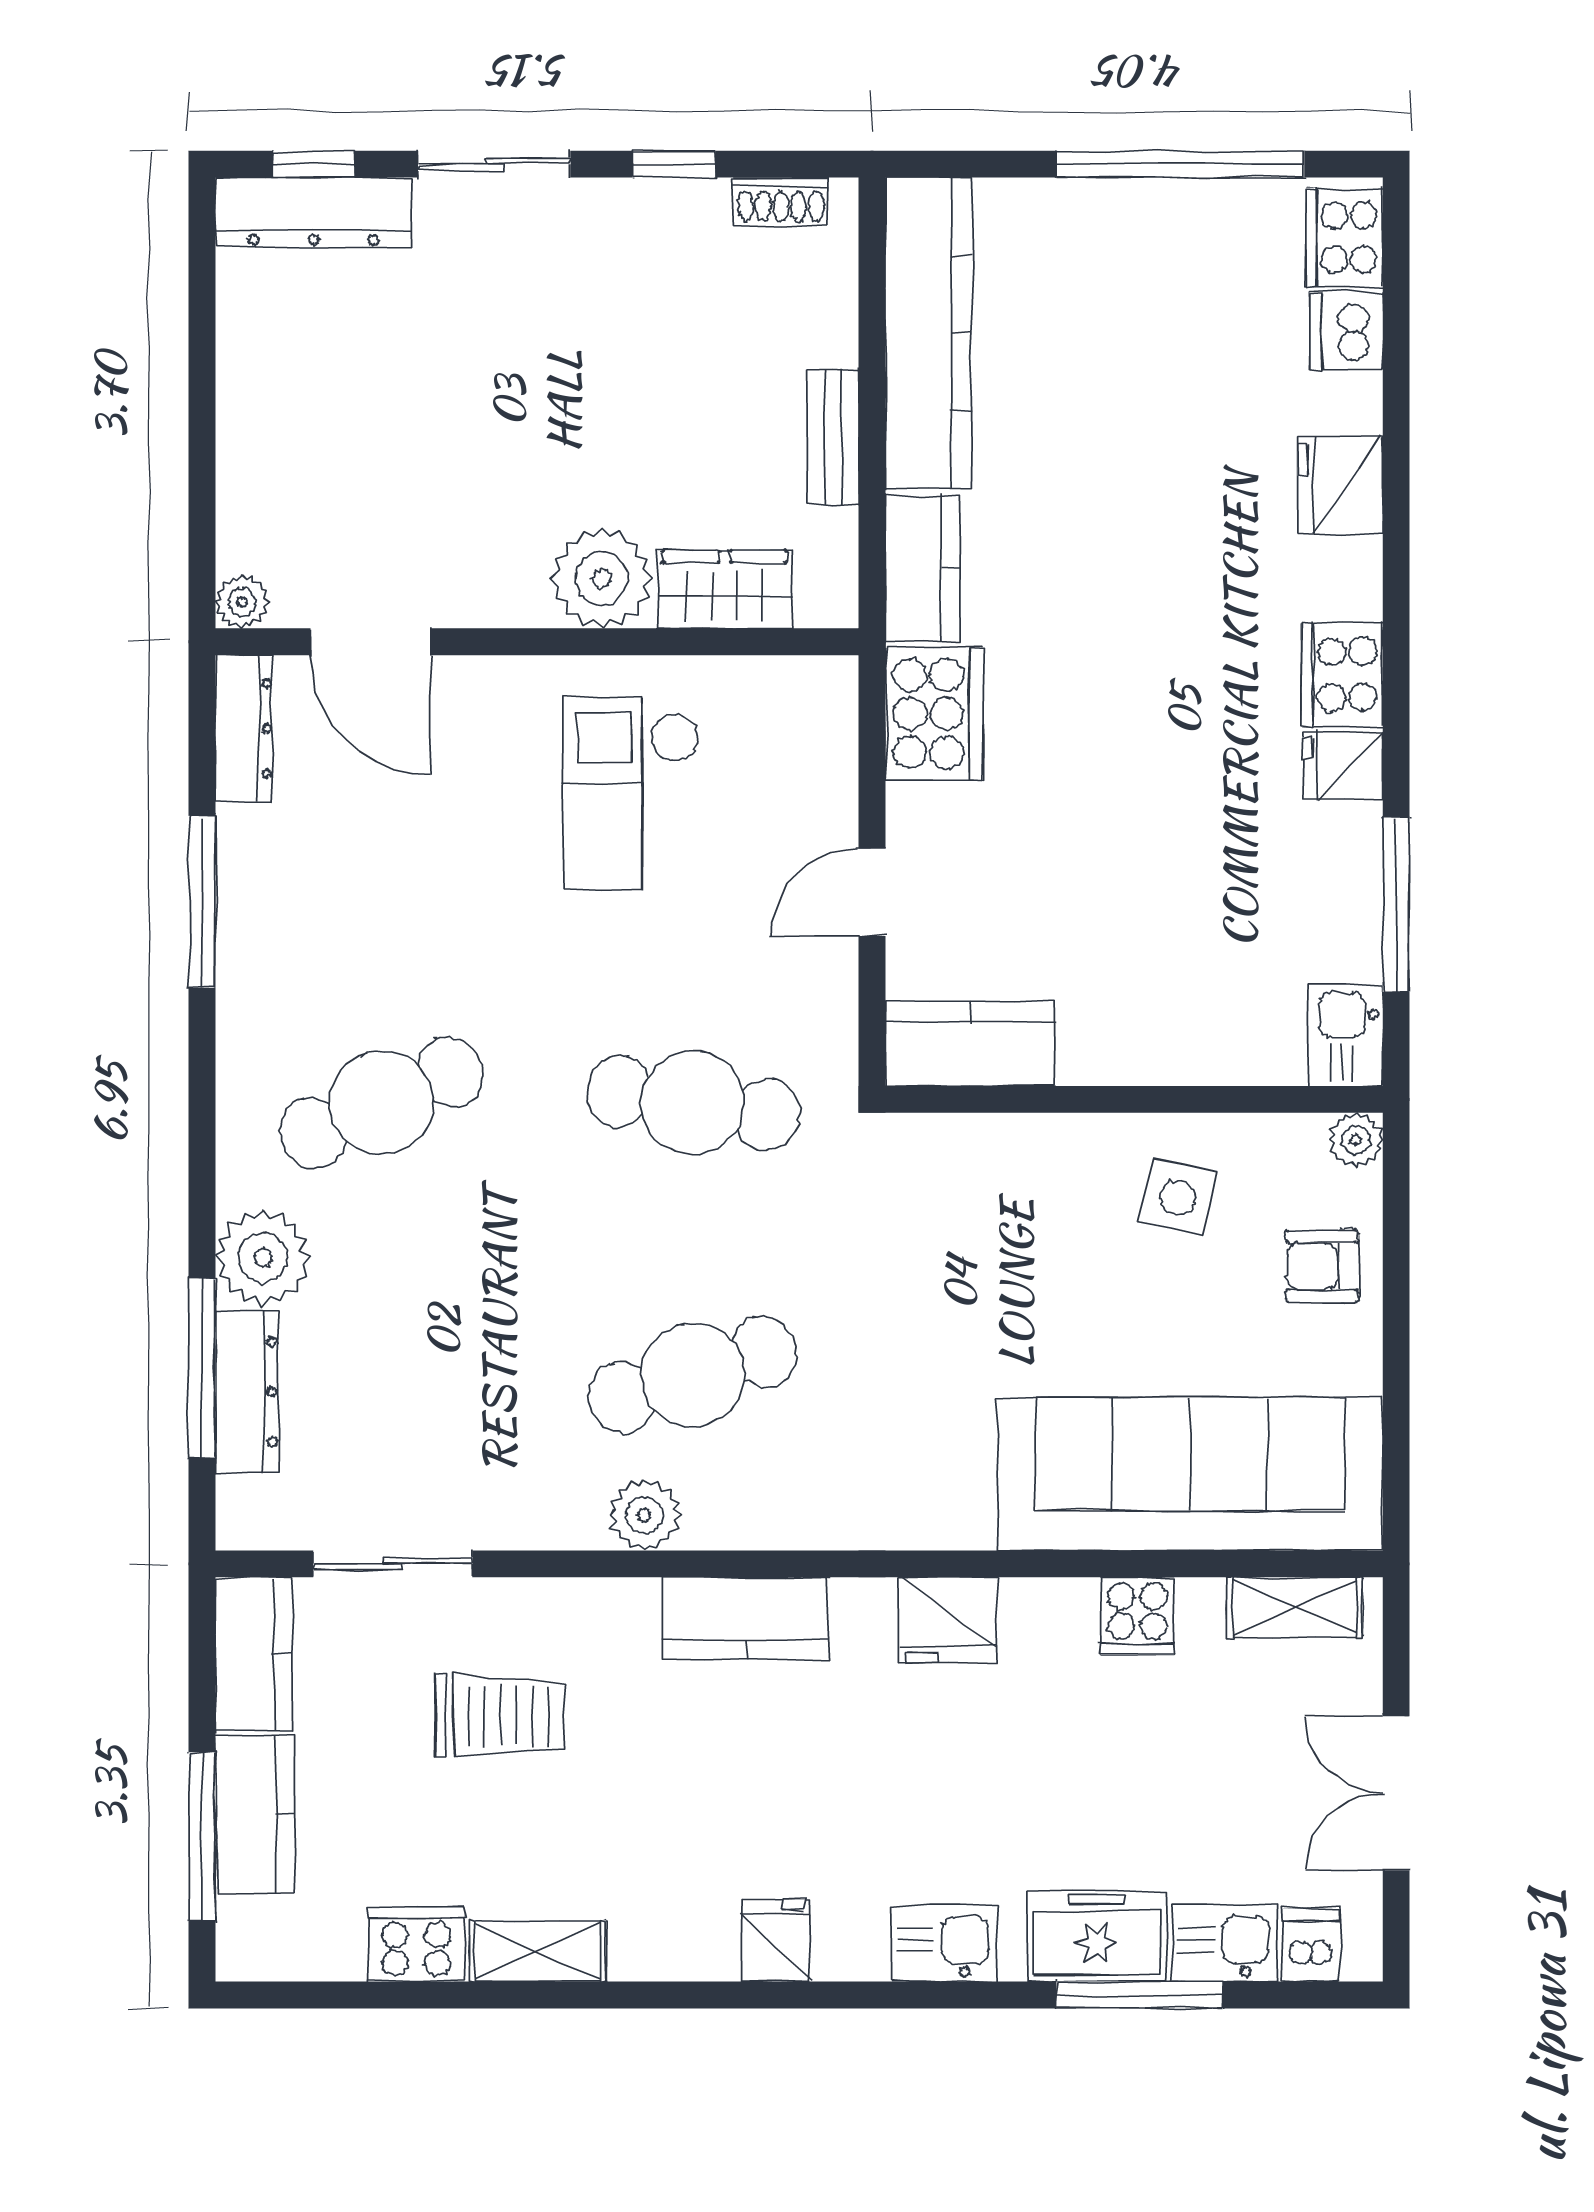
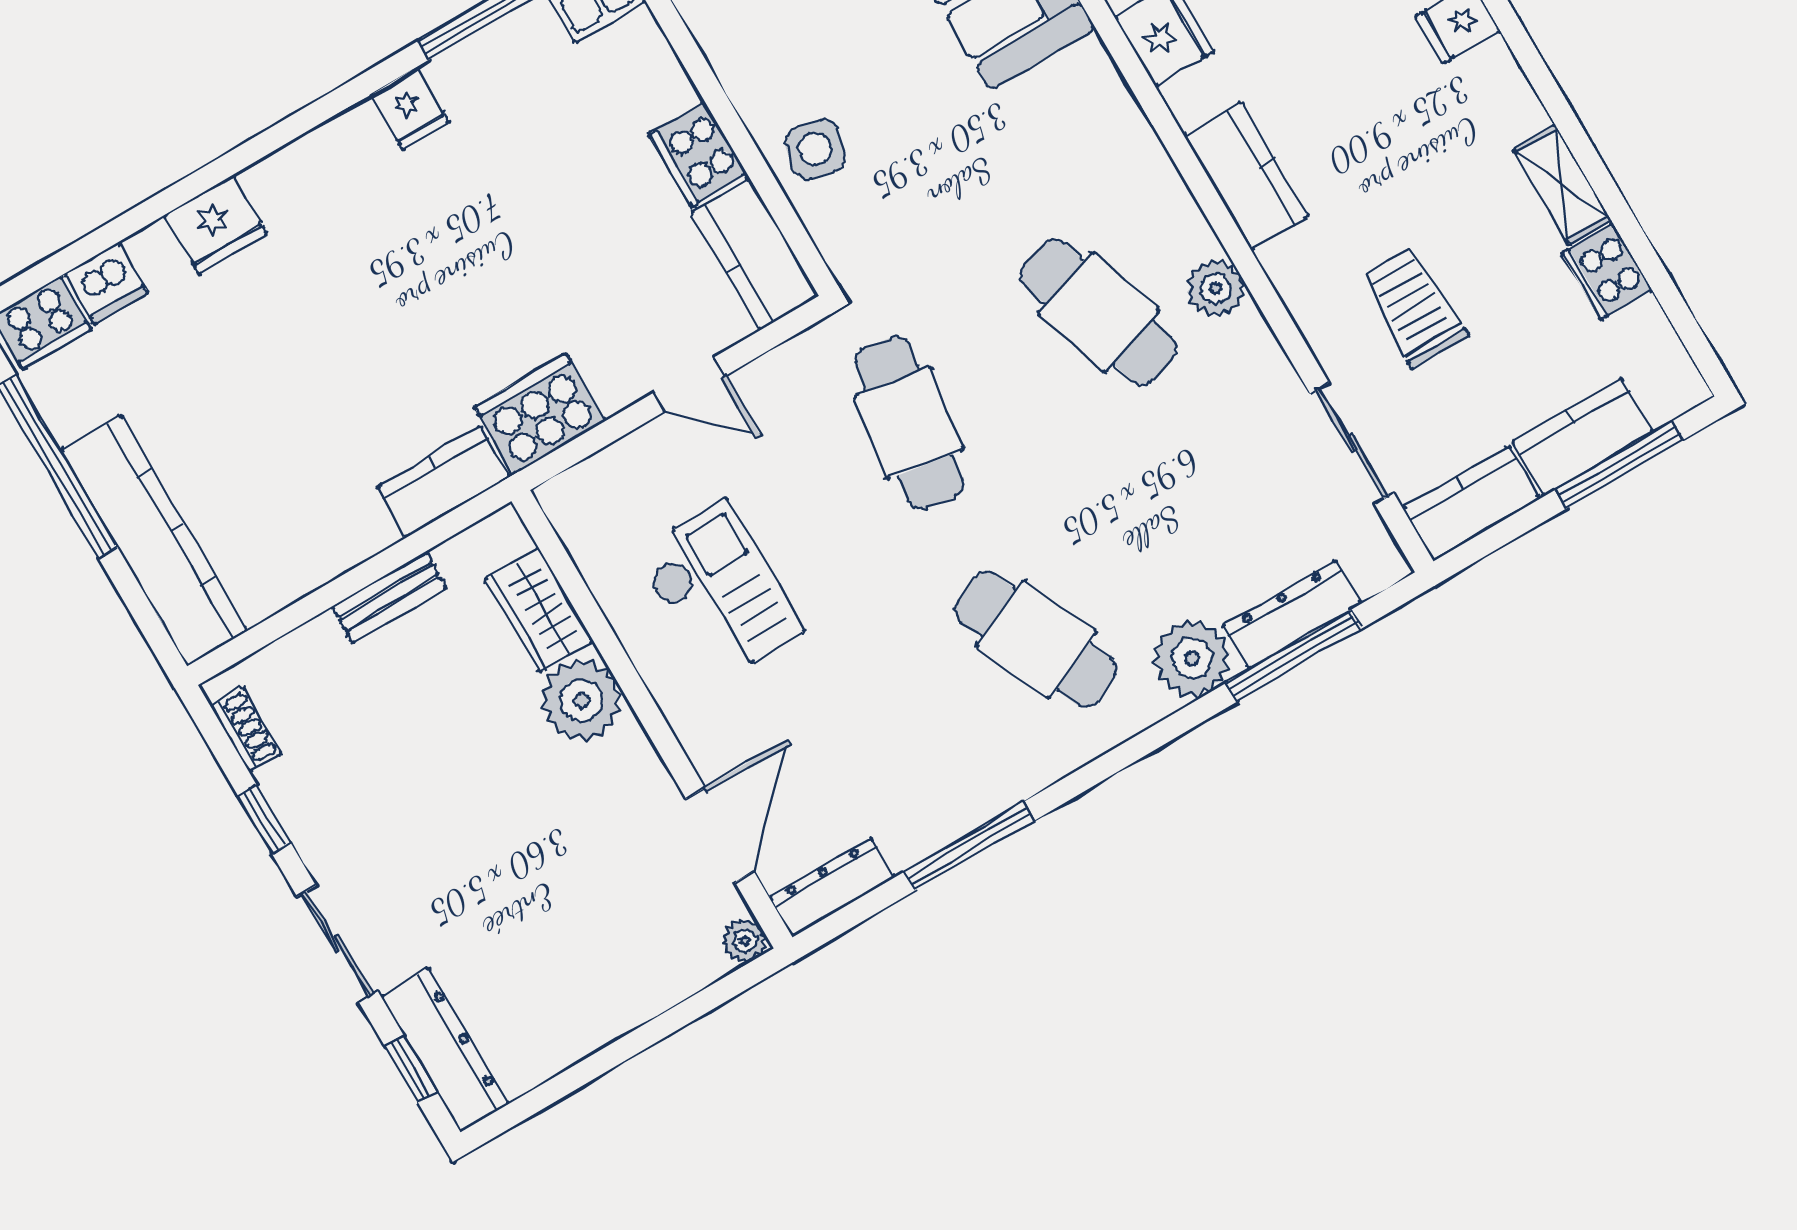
kitchen counter: (929, 333) -> (154, 541), moved, turned 90
cooker: (1342, 675) -> (698, 154), moved, turned 90
checkout: (631, 794) -> (719, 592), turned -90
side table: (1178, 1197) -> (815, 149), moved

